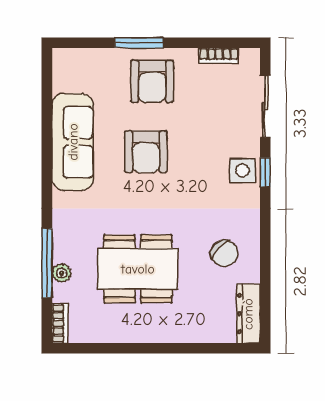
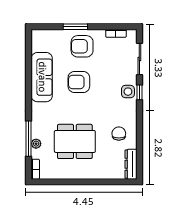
armchair: (152, 81) -> (82, 46), turned 90
armchair: (146, 152) -> (79, 82), turned 90
chair: (224, 253) -> (119, 134), turned -132

